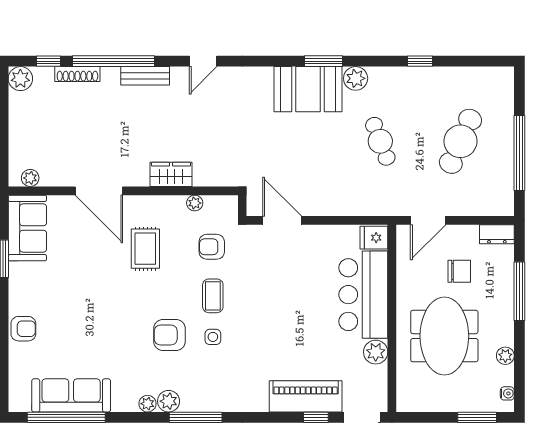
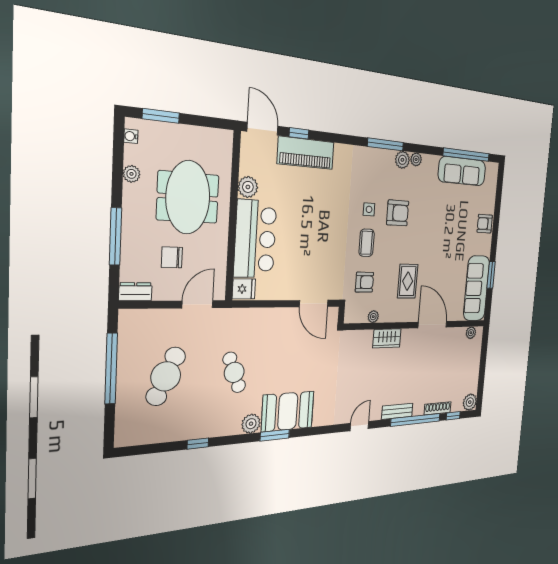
sofa: (27, 228) -> (477, 288), width x1.36

